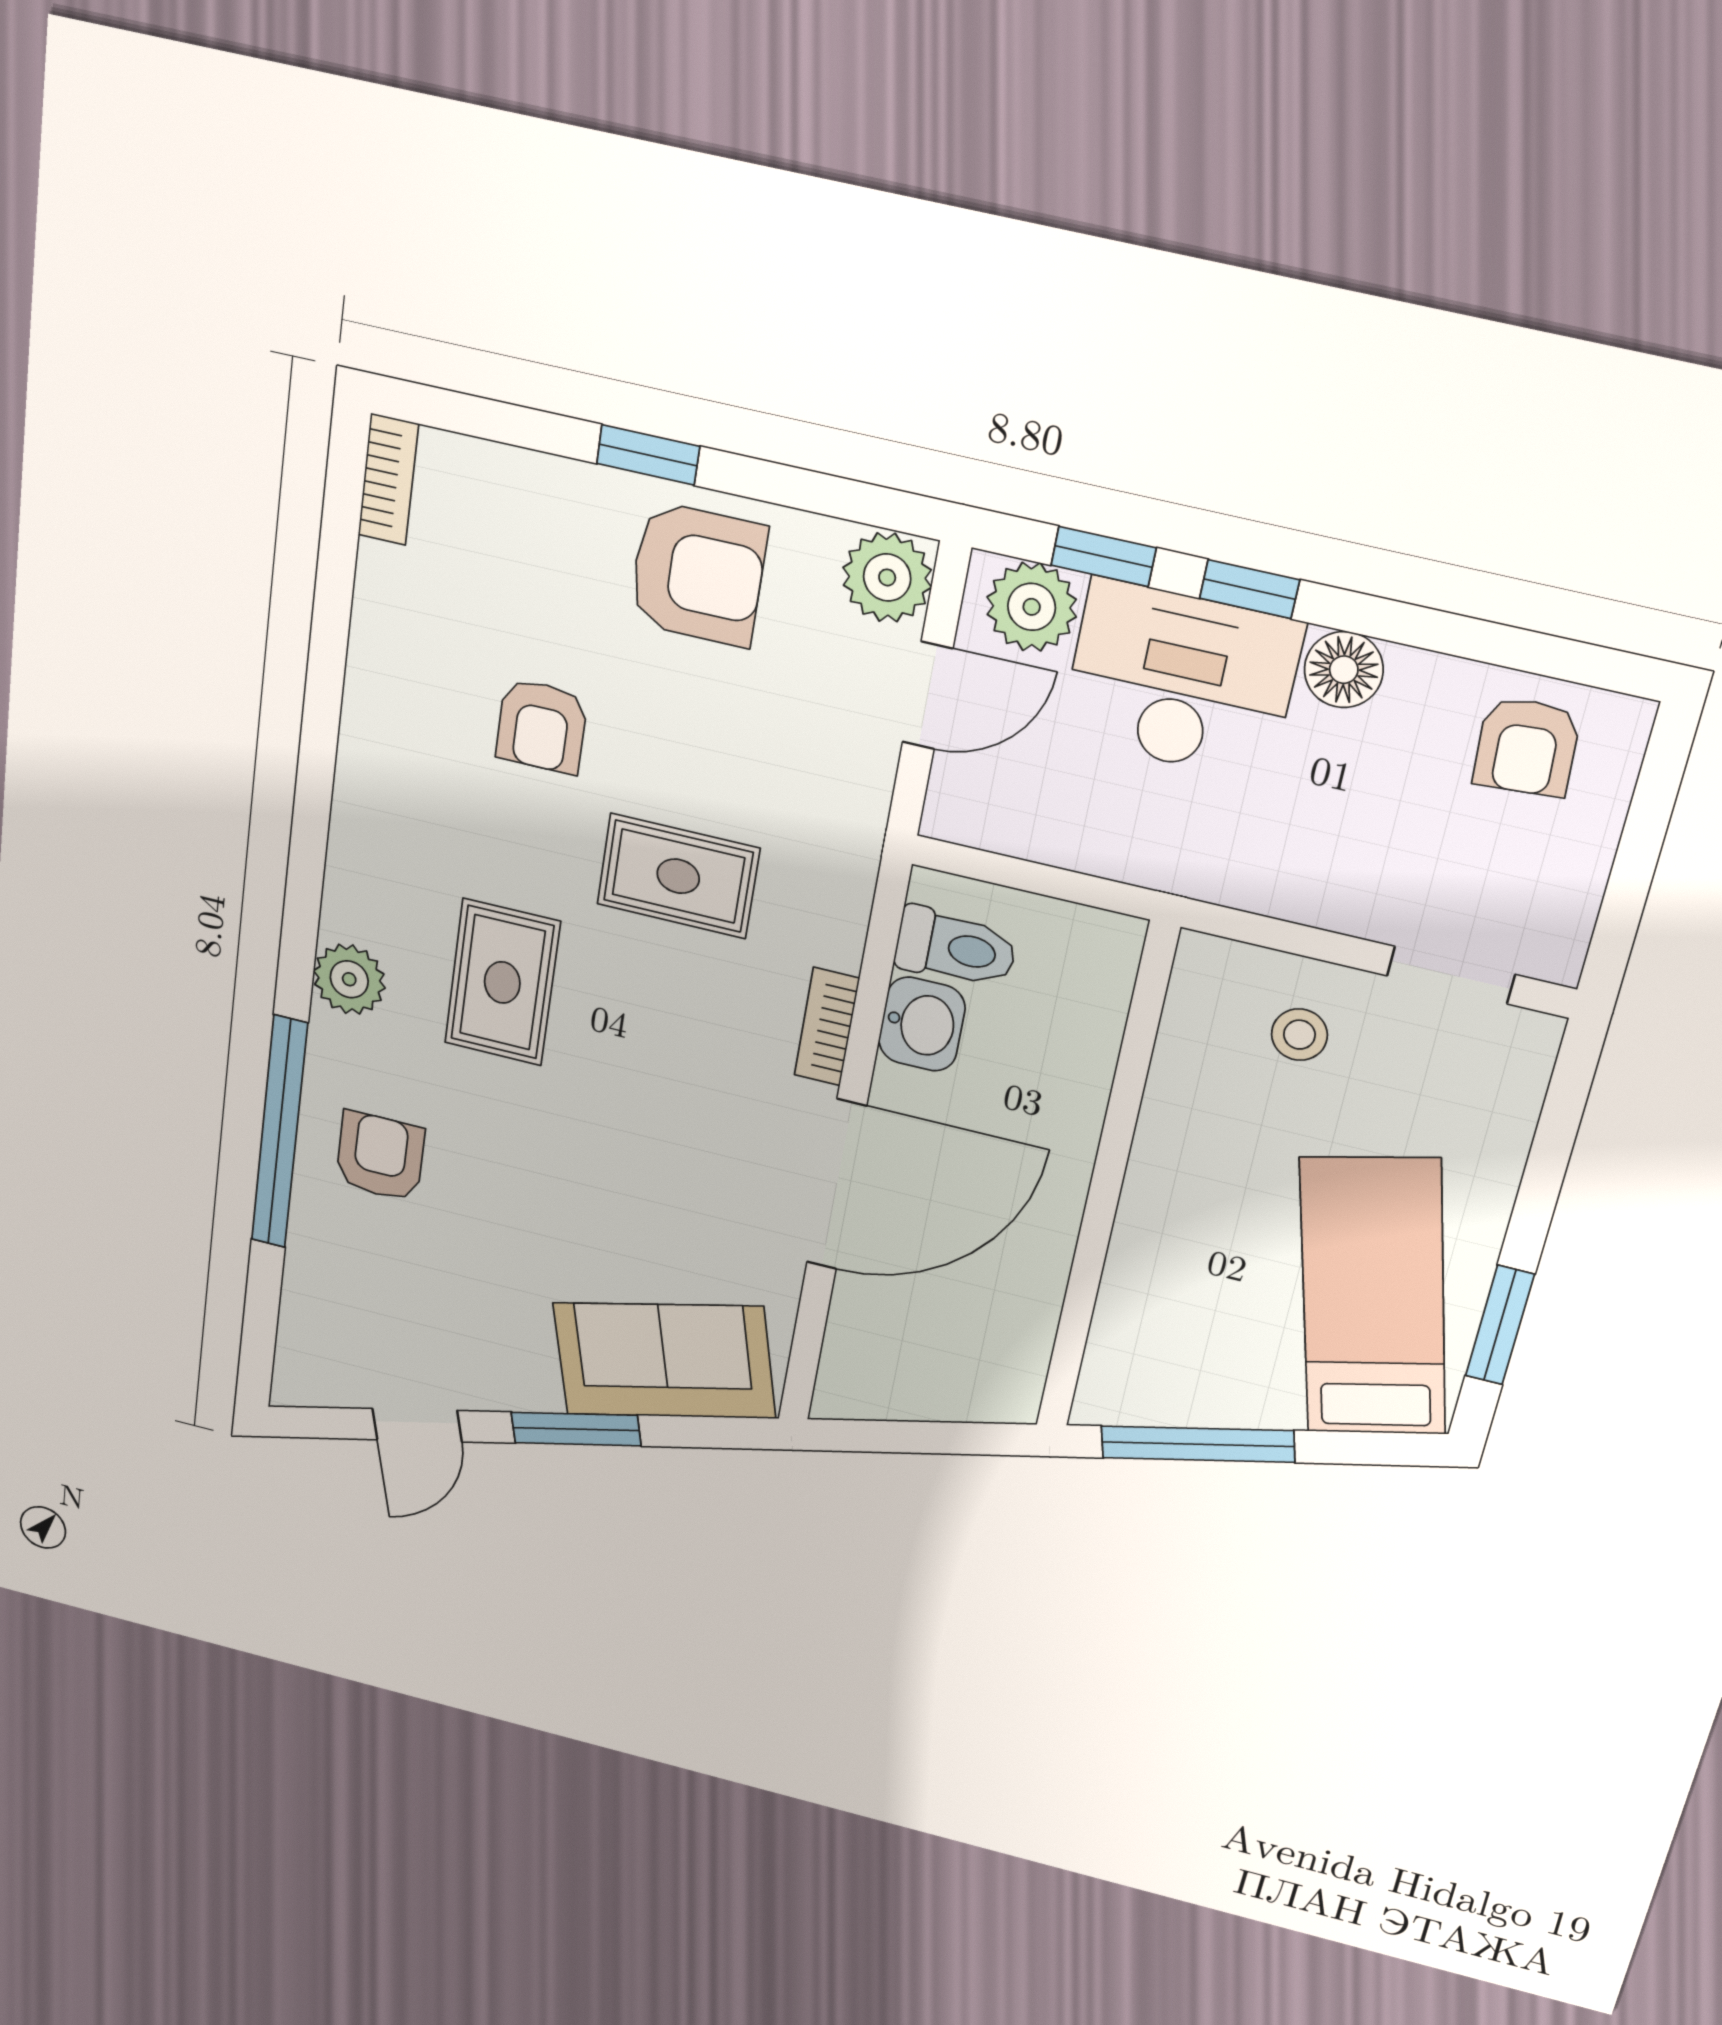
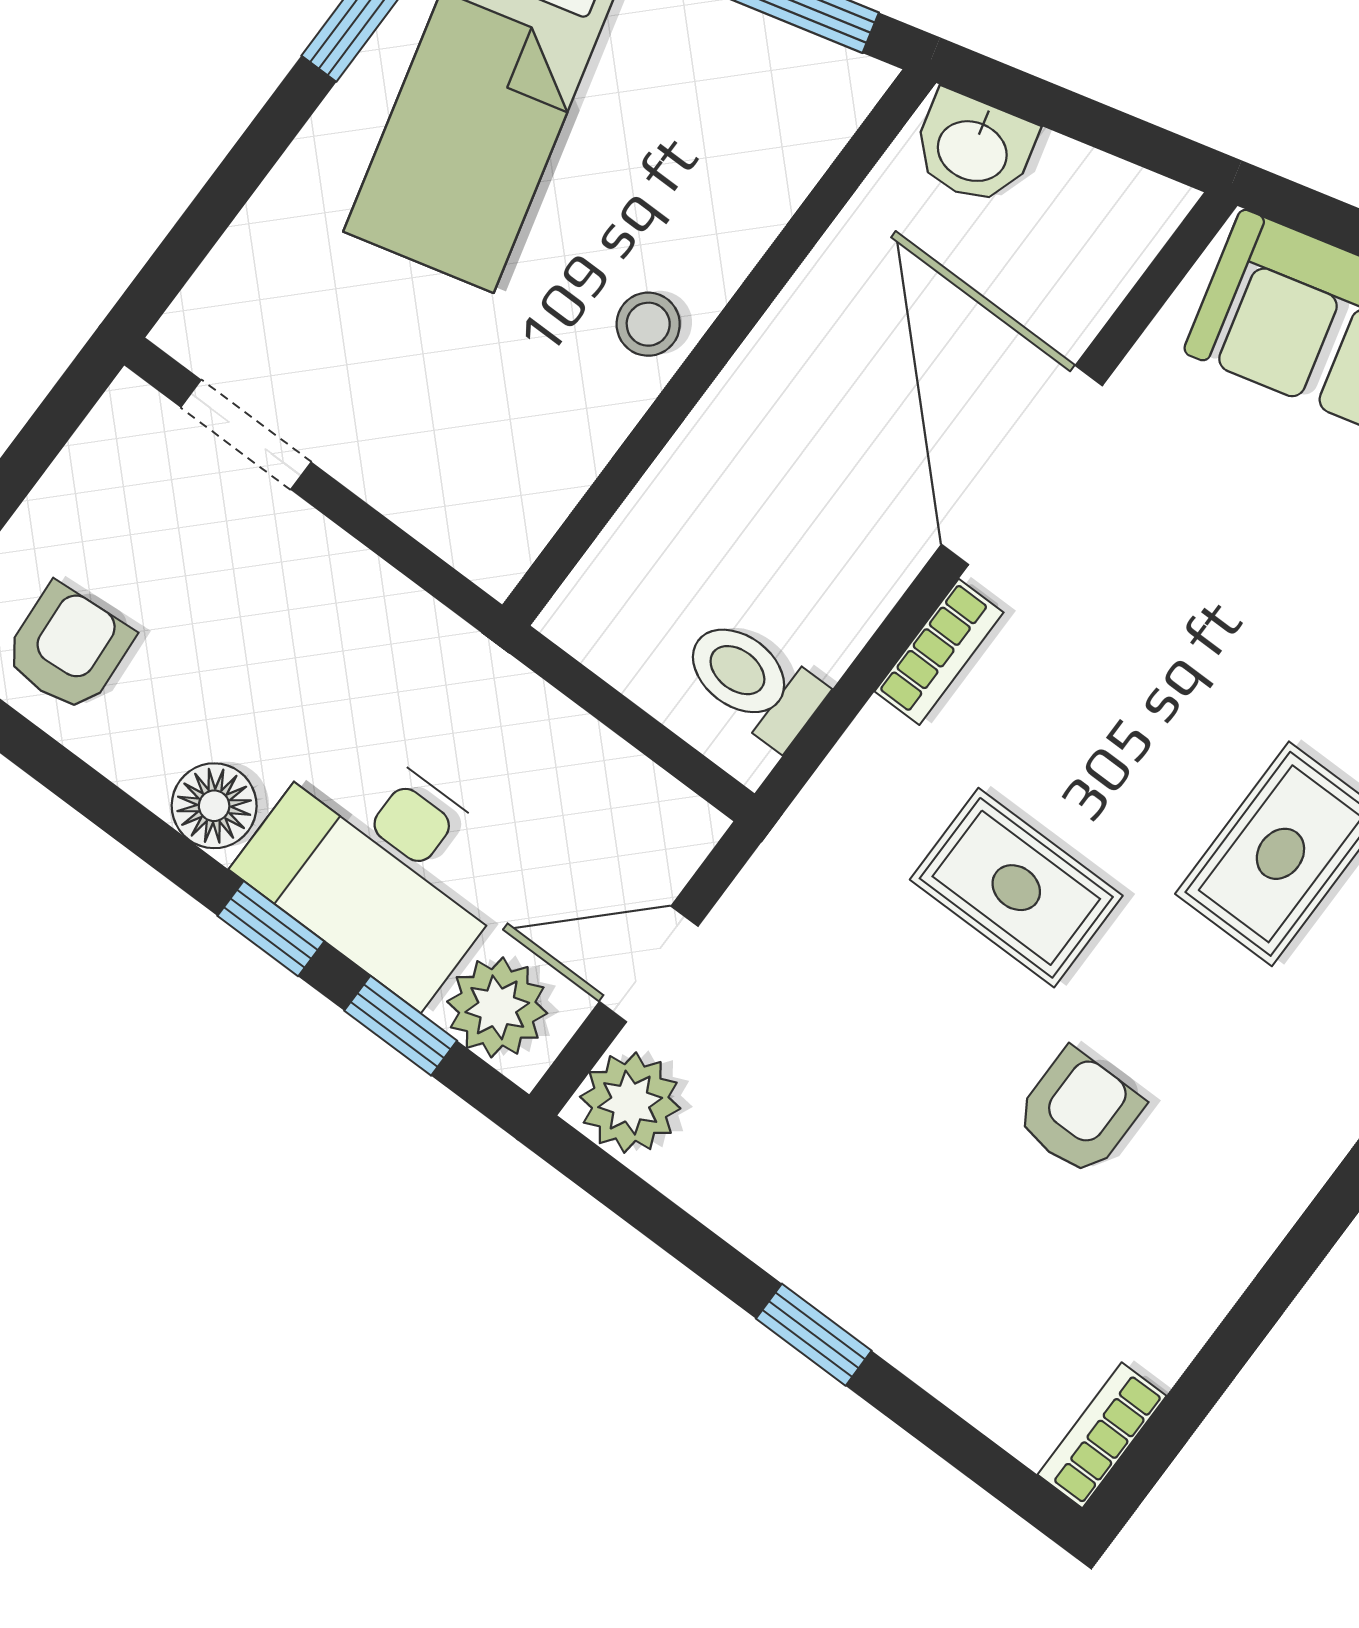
armchair: (698, 574) -> (826, 1194), removed
washbasin: (922, 1024) -> (973, 149), moved, turned -105
stool: (1299, 1035) -> (648, 324), moved
door: (837, 1185) -> (1022, 465), hinge flipped

